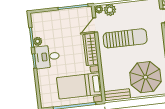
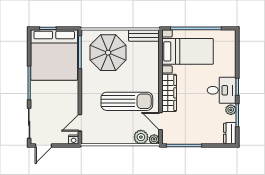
dresser: (36, 22) -> (230, 133), added
door: (95, 25) -> (160, 121), swing flipped
sun lounger: (125, 38) -> (127, 101), turned 180

